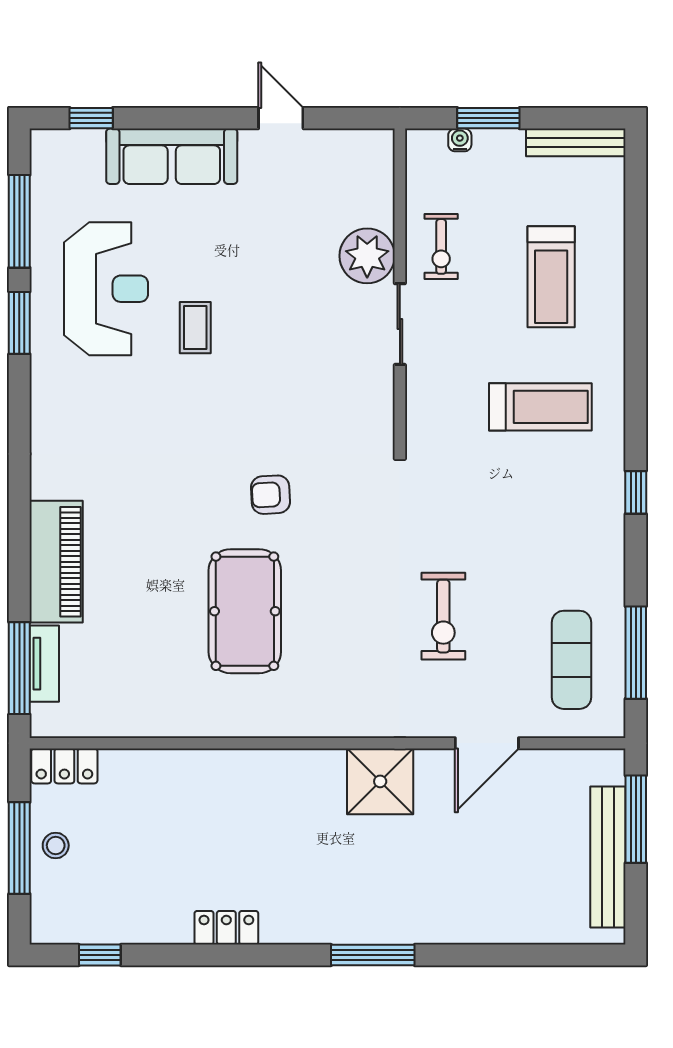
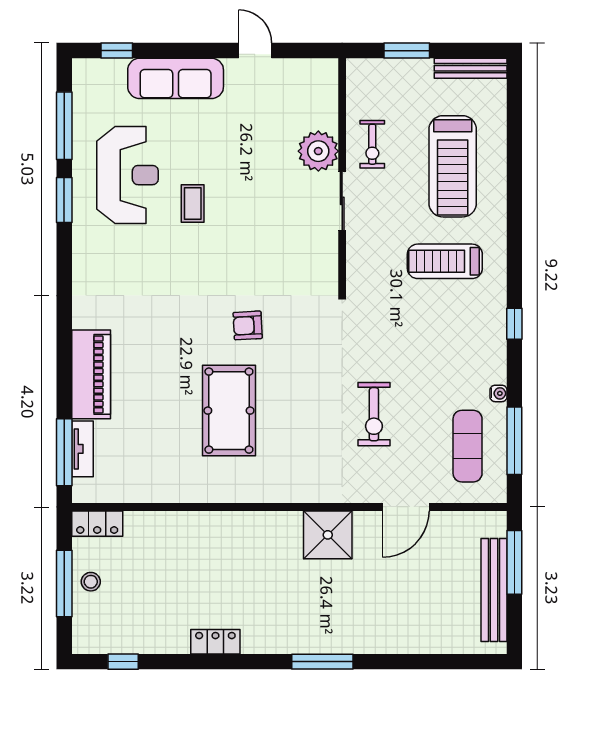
water cooler: (460, 140) -> (499, 393), moved, turned 90
treadmill: (551, 277) -> (453, 166), width x1.37, depth x1.38
treadmill: (540, 407) -> (445, 261), turned 180

